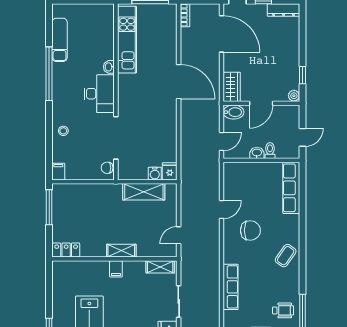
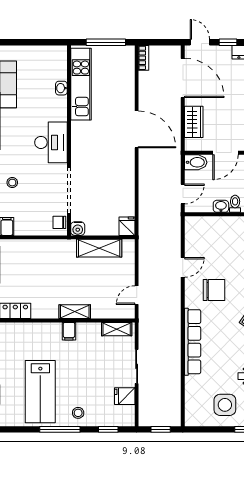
washbasin: (109, 67) -> (61, 88), moved
wardrobe: (232, 87) -> (194, 122), moved
water cooler: (155, 174) -> (78, 229), moved
row of seats: (231, 287) -> (193, 342), width x1.36

